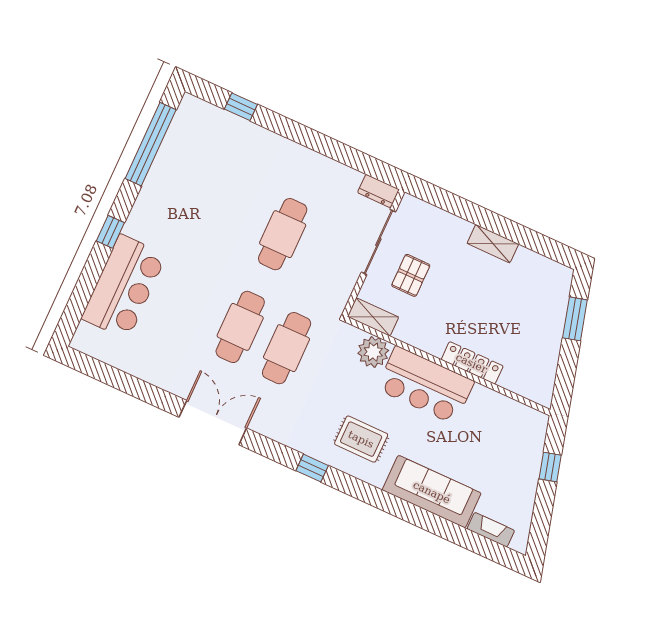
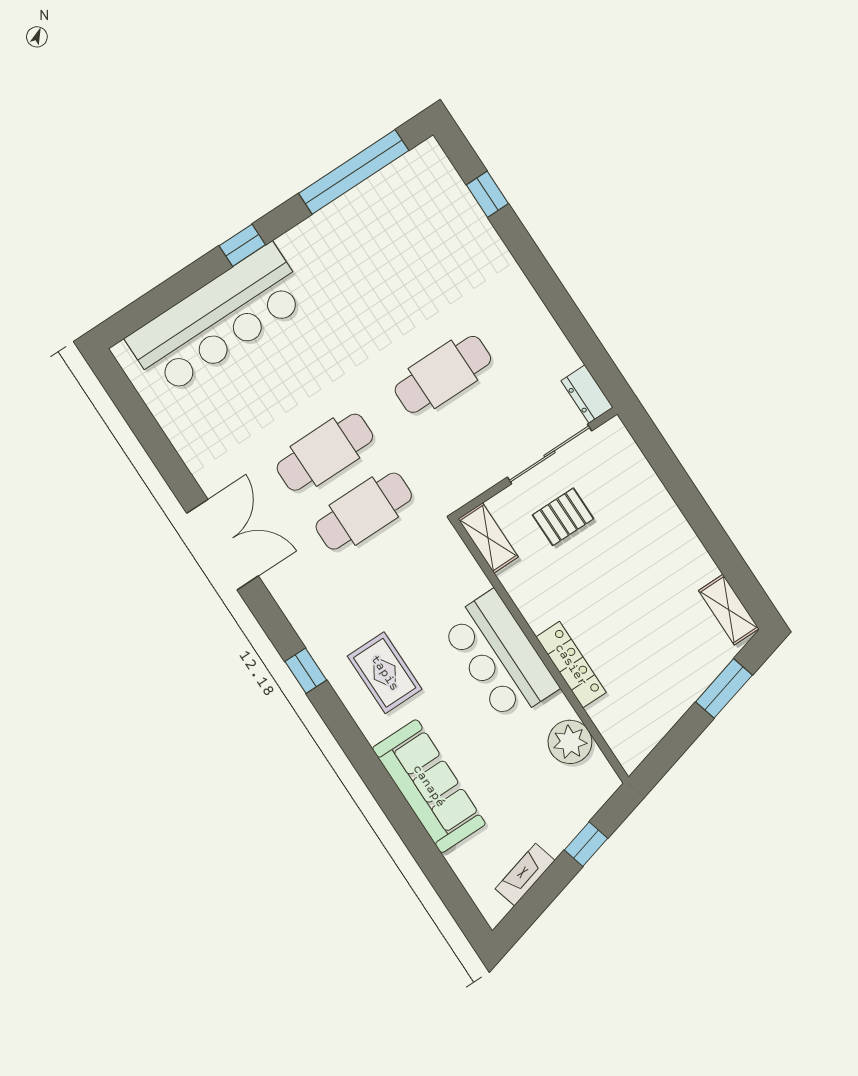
shelving: (493, 244) -> (729, 610), moved
bar counter: (124, 287) -> (218, 320), width x1.36
plant: (373, 352) -> (570, 742), moved
fireplace: (491, 530) -> (525, 875), moved, turned -105

